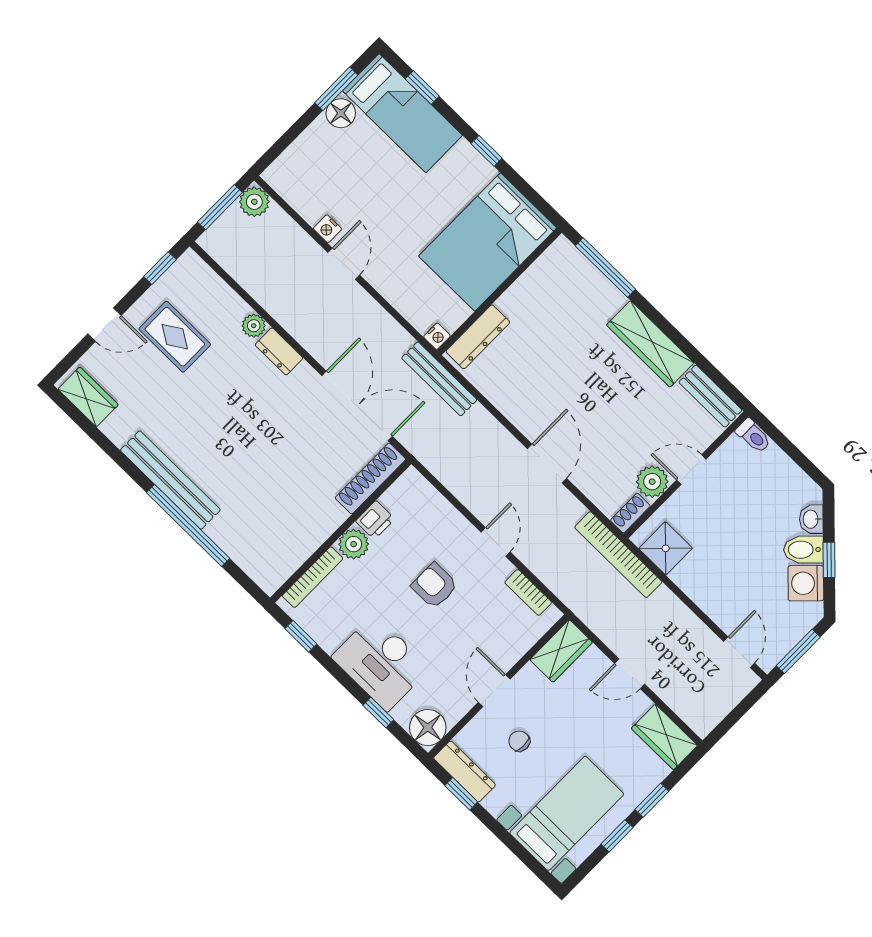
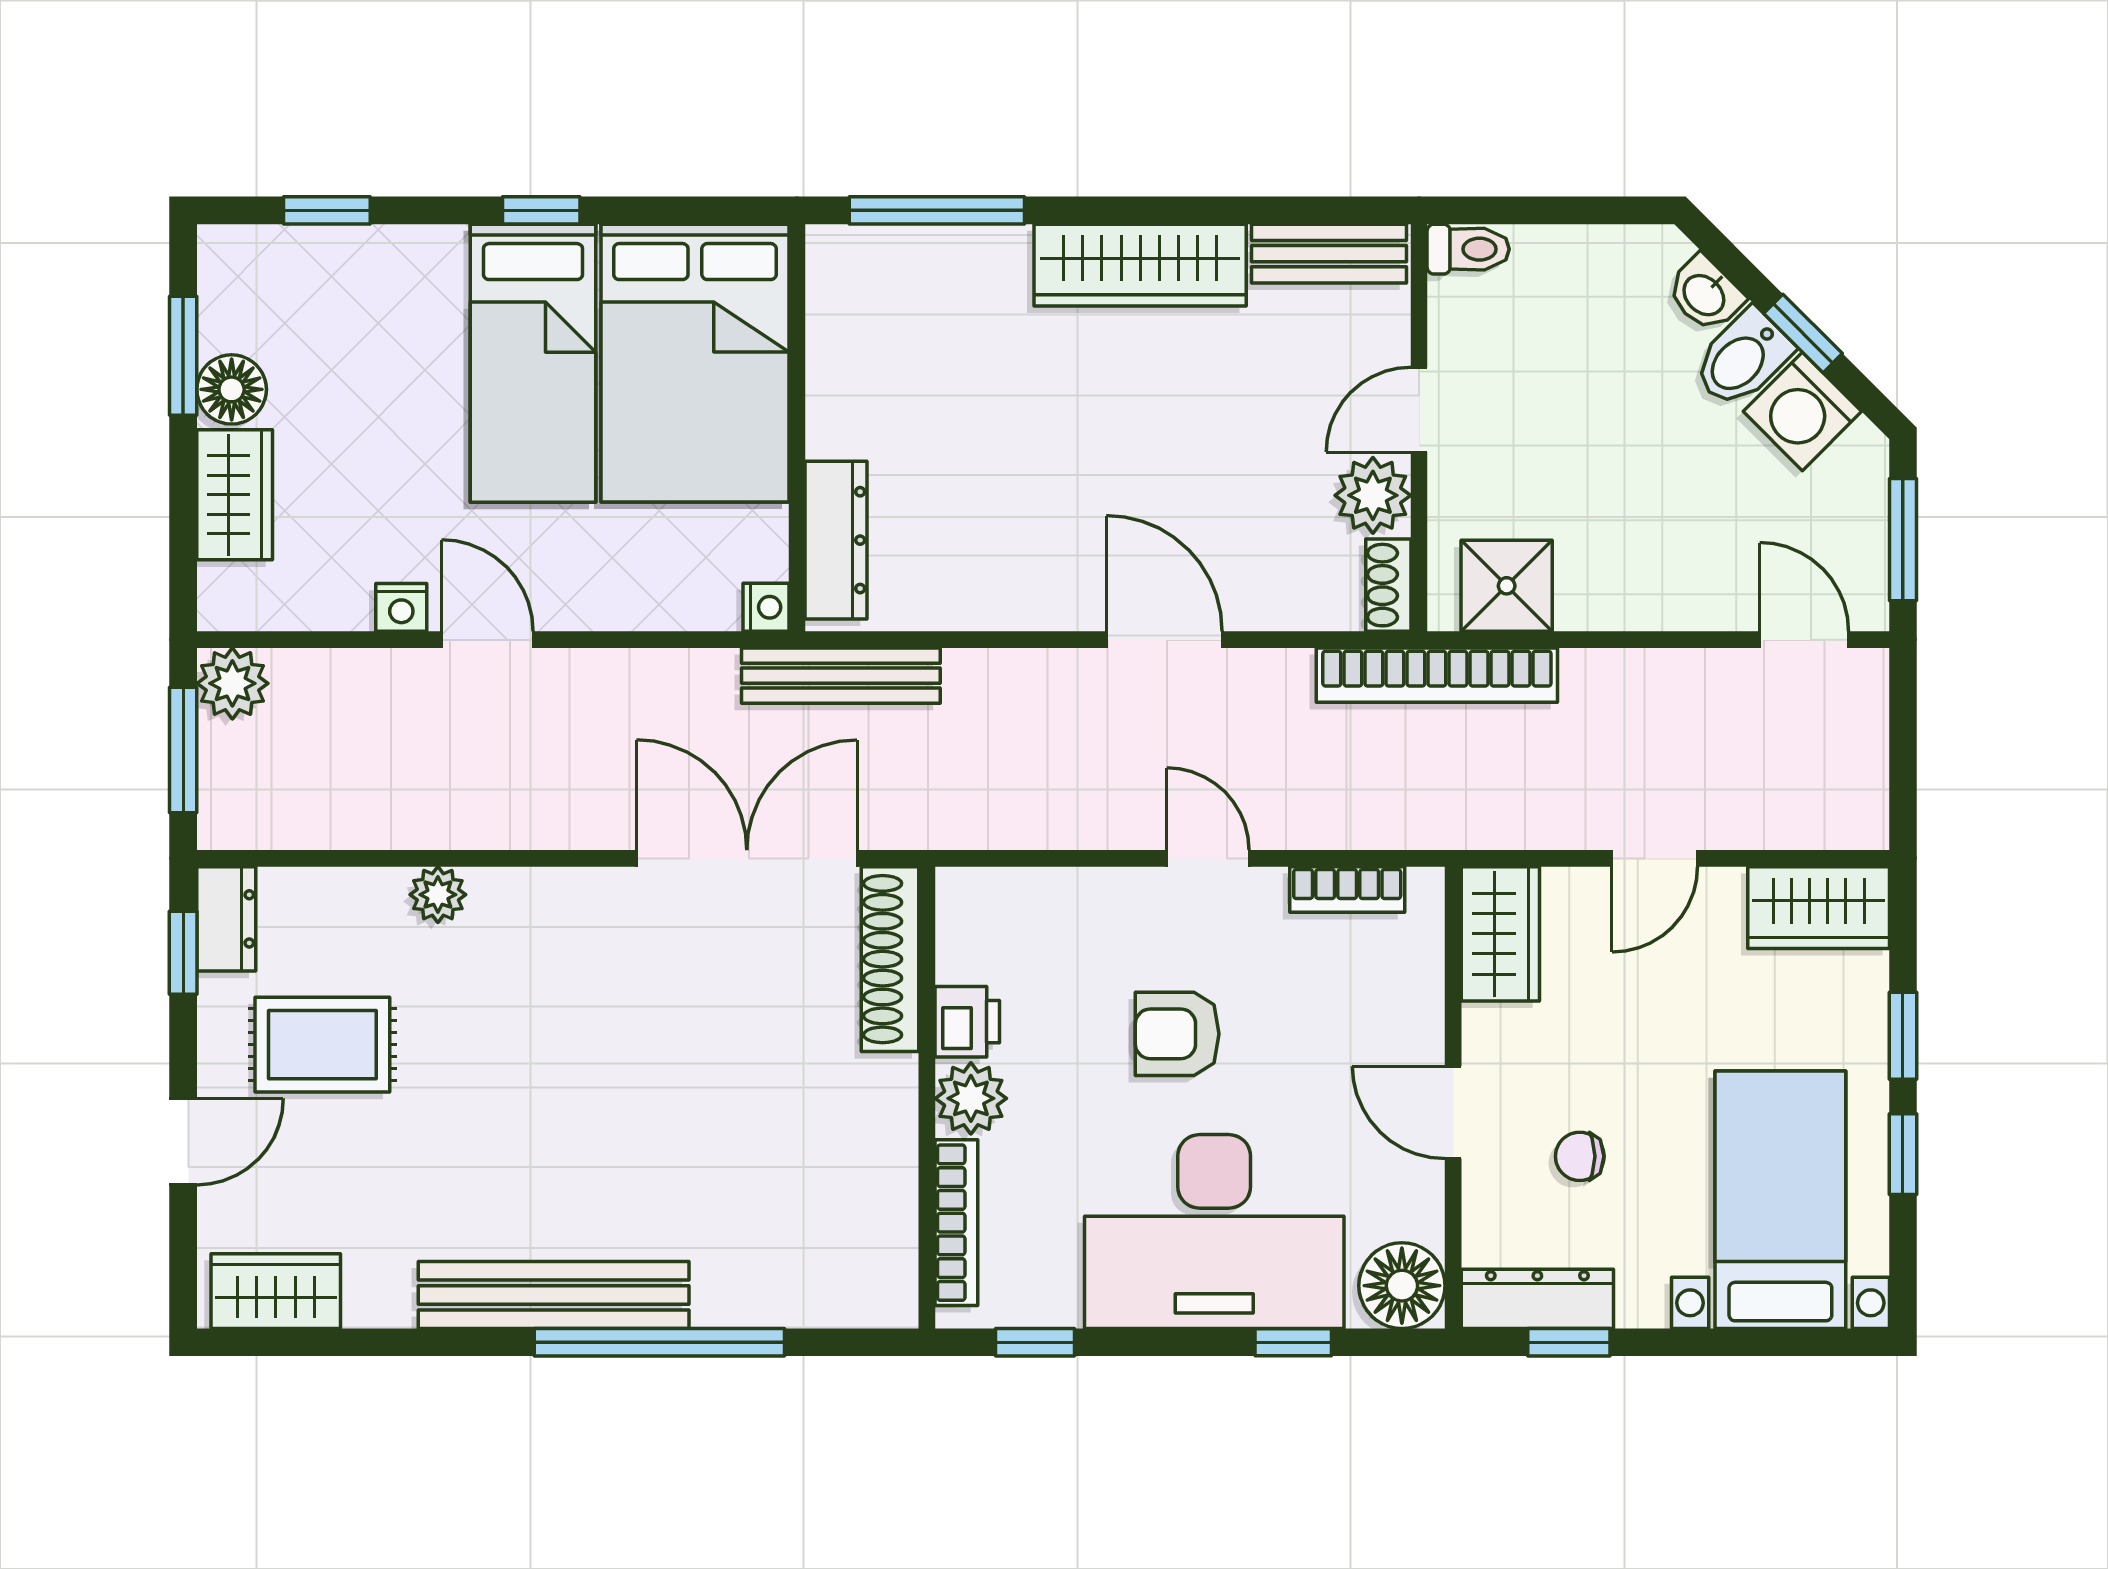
bed: (402, 113) -> (533, 363), moved, turned 90
wardrobe: (311, 146) -> (235, 495), added
dresser: (279, 351) -> (226, 919), moved, turned -90
desk: (381, 663) -> (1214, 1232), width x1.36, depth x1.30

